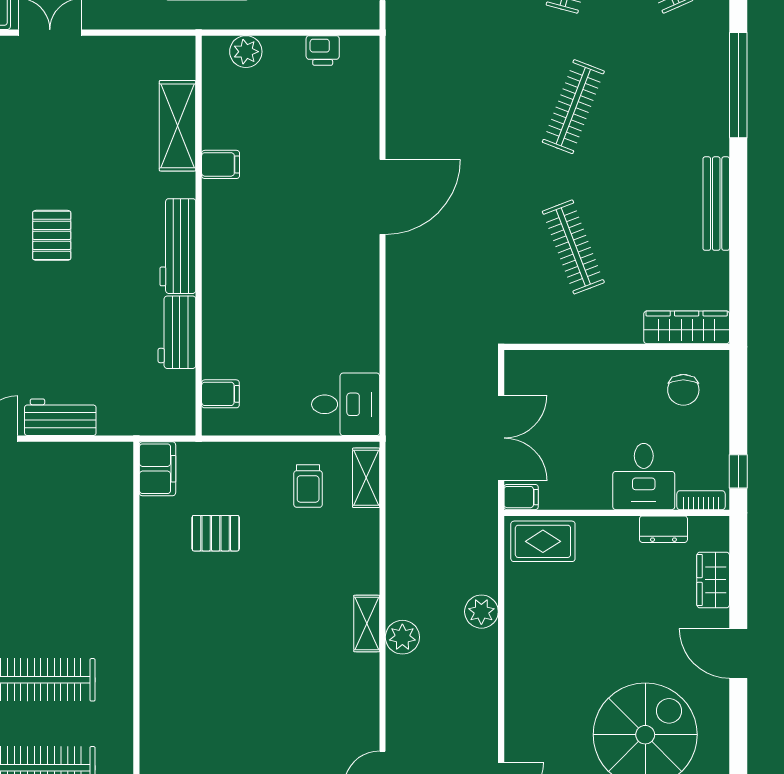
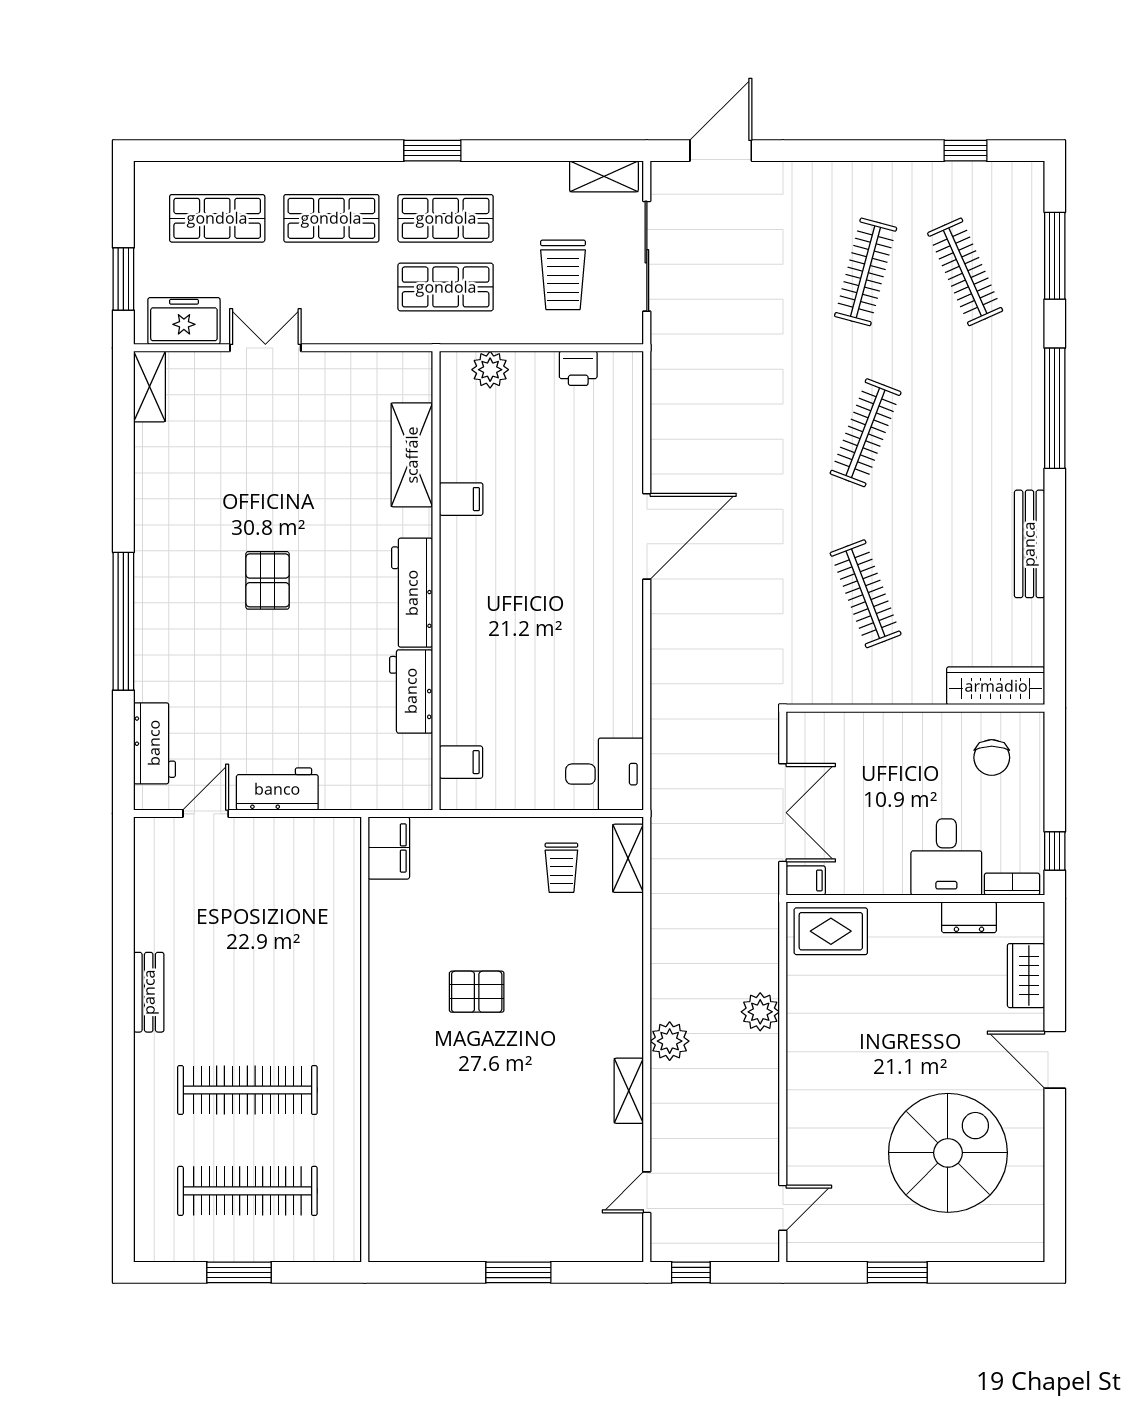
pallet: (216, 533) -> (477, 992), moved
shelving: (367, 623) -> (629, 1091), moved

